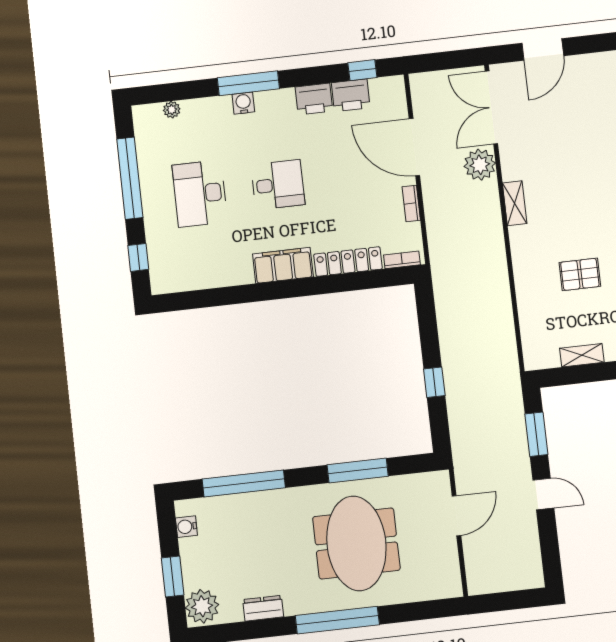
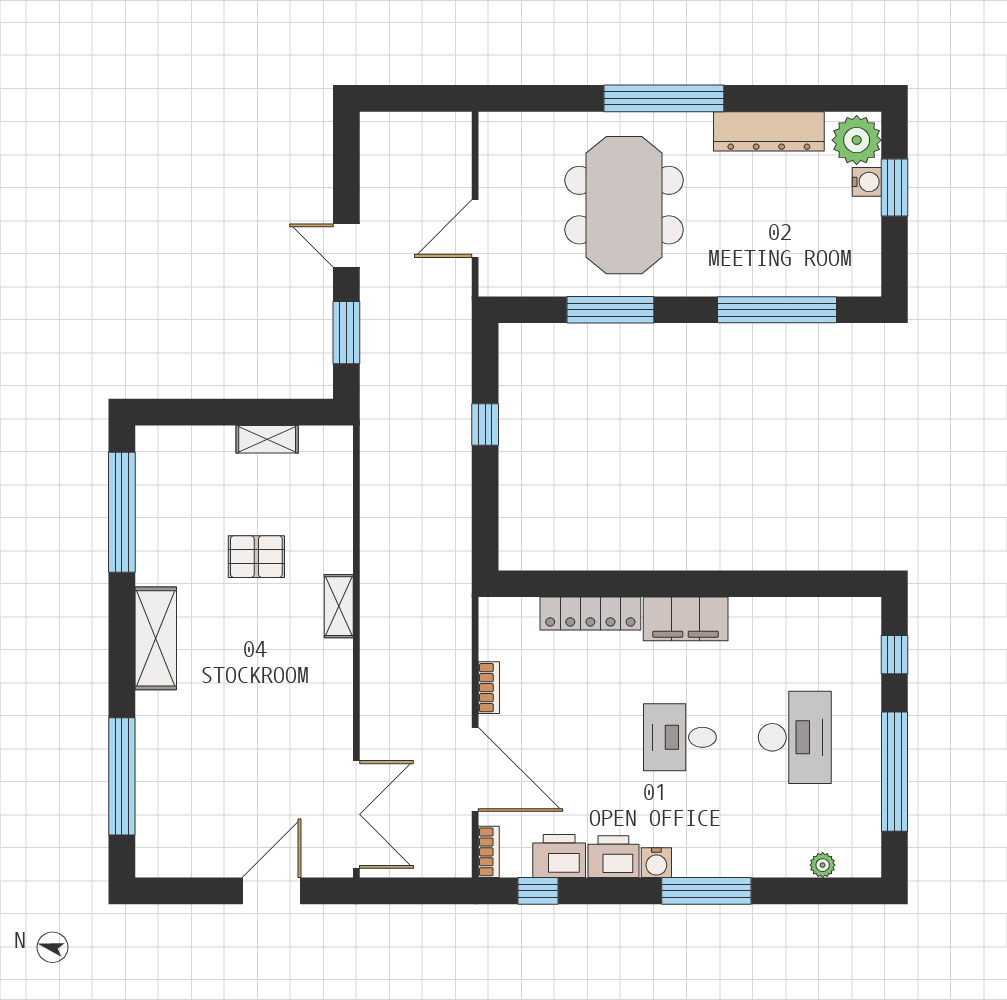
water cooler: (243, 103) -> (656, 863), moved
plant: (480, 165) -> (383, 733), removed
shelving: (515, 203) -> (339, 606), moved
bookcase: (402, 260) -> (489, 852), moved, turned -90
water cooler: (186, 527) -> (867, 182), moved
dresser: (263, 608) -> (769, 131), width x1.96, depth x1.24

